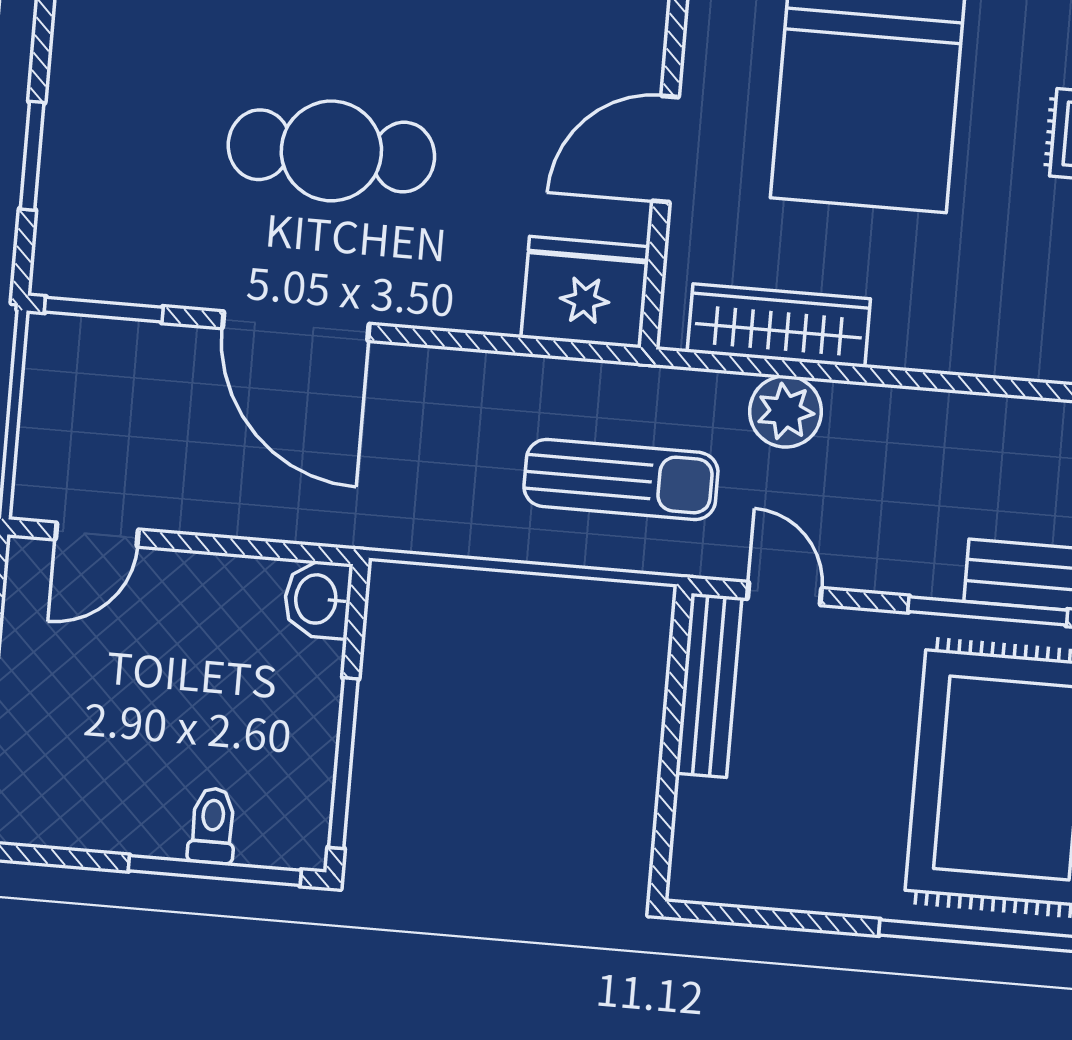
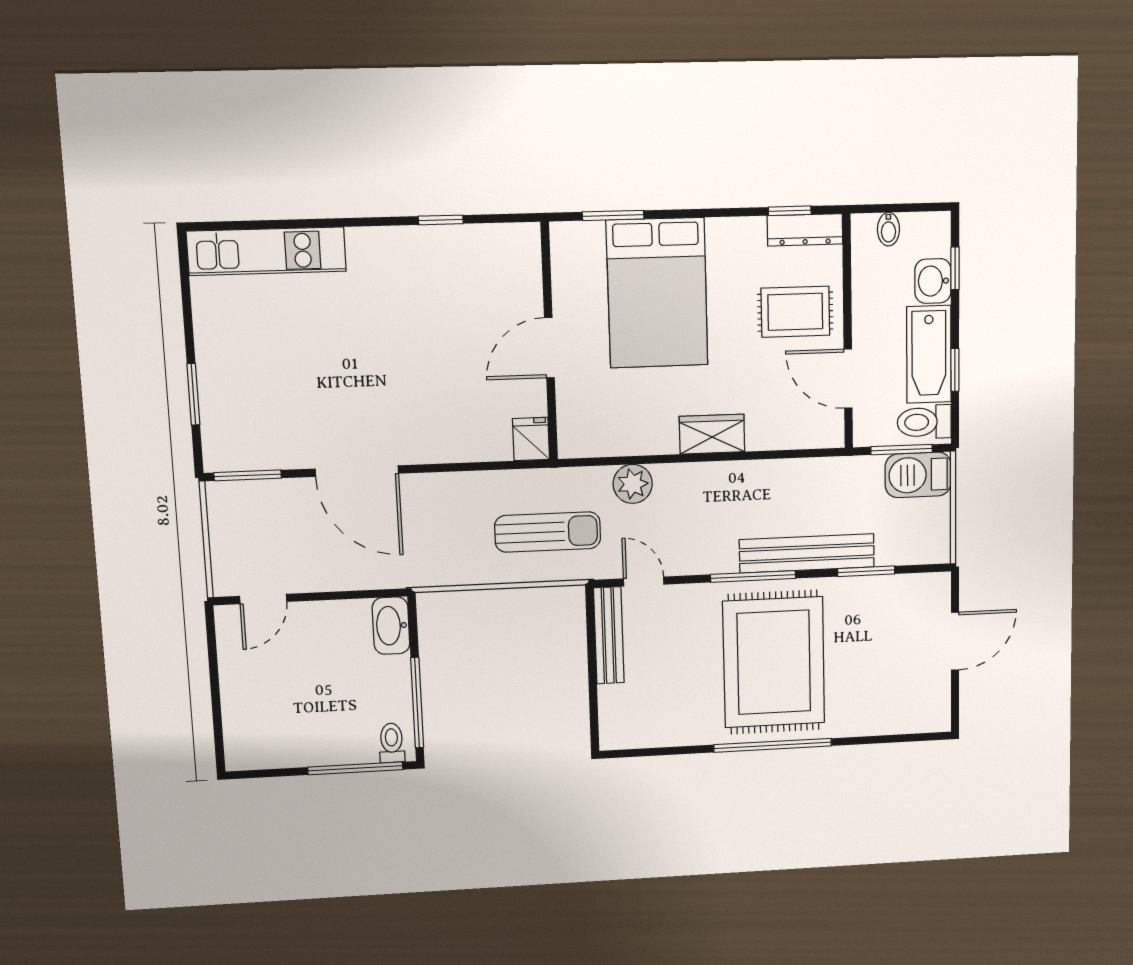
cafe table: (331, 151) -> (363, 371), removed
fridge: (585, 292) -> (531, 439), width x0.53, depth x0.75
wardrobe: (779, 325) -> (712, 434), moved, width x0.67
washbasin: (318, 599) -> (391, 626), width x1.38
toilet: (212, 825) -> (392, 743), moved

